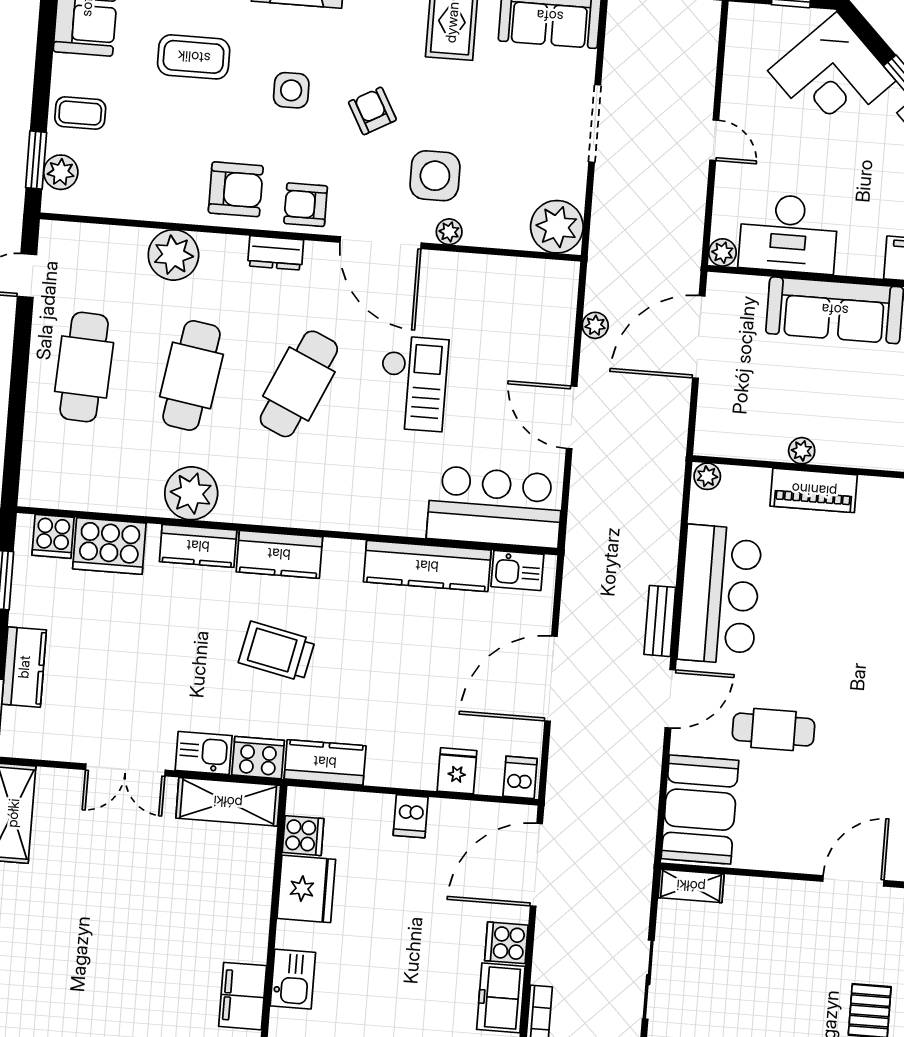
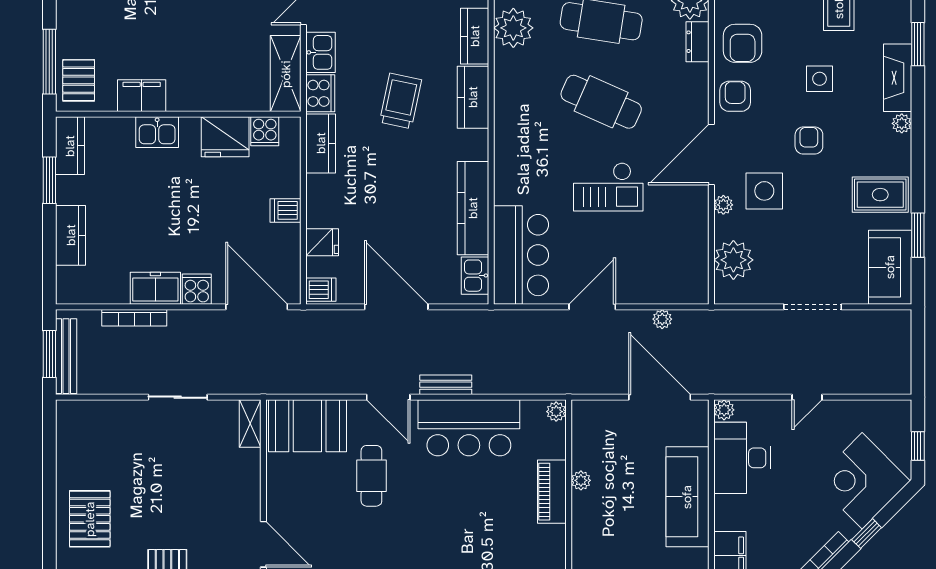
armchair: (372, 111) -> (809, 141), turned -61
plant: (557, 227) -> (733, 260), moved
dresser: (276, 253) -> (697, 42), moved

